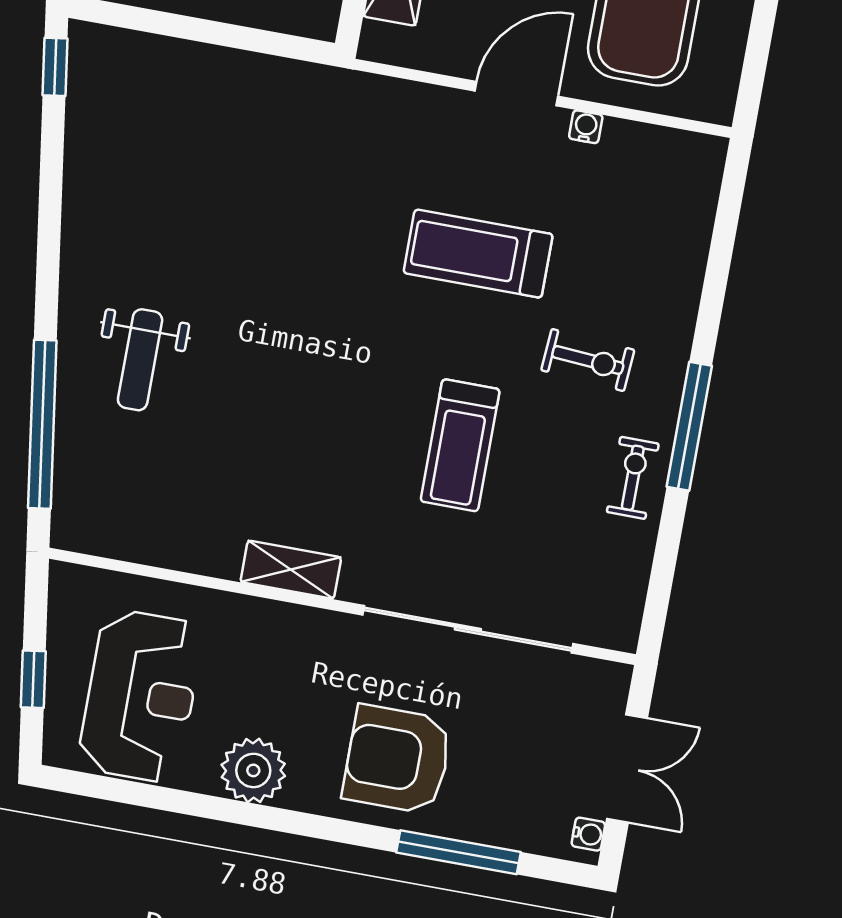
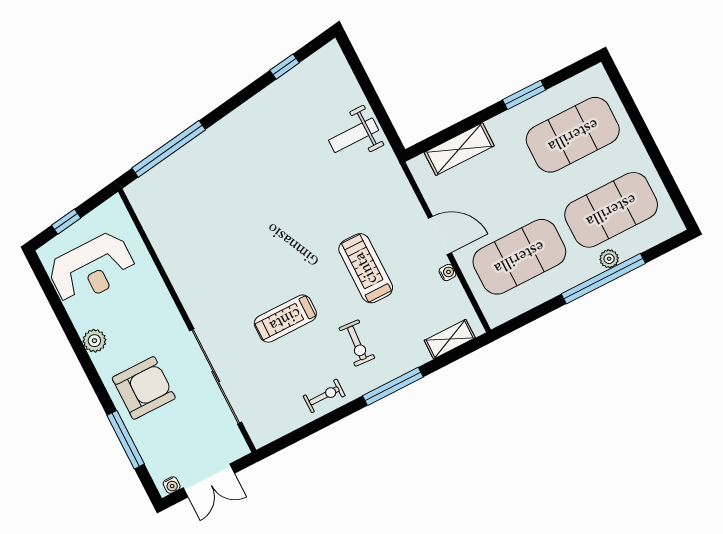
window: (55, 67) -> (285, 67), moved
weight bench: (140, 360) -> (354, 135), moved
window: (689, 426) -> (393, 386), moved
shelving: (291, 570) -> (450, 339), moved, turned 90
armchair: (397, 759) -> (144, 388), turned 90
plant: (253, 770) -> (94, 341), width x0.73, depth x0.73

